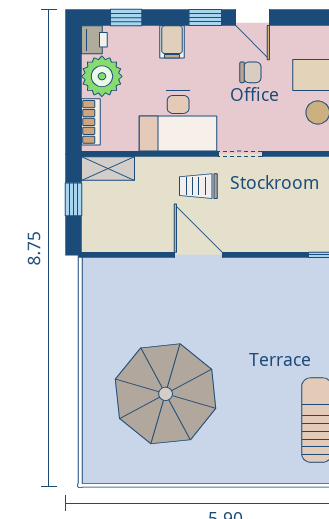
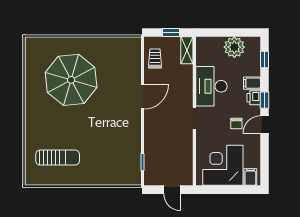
printer: (94, 40) -> (254, 98), moved, turned 90
bookcase: (91, 122) -> (211, 41), removed
trolley: (198, 186) -> (155, 58), moved

